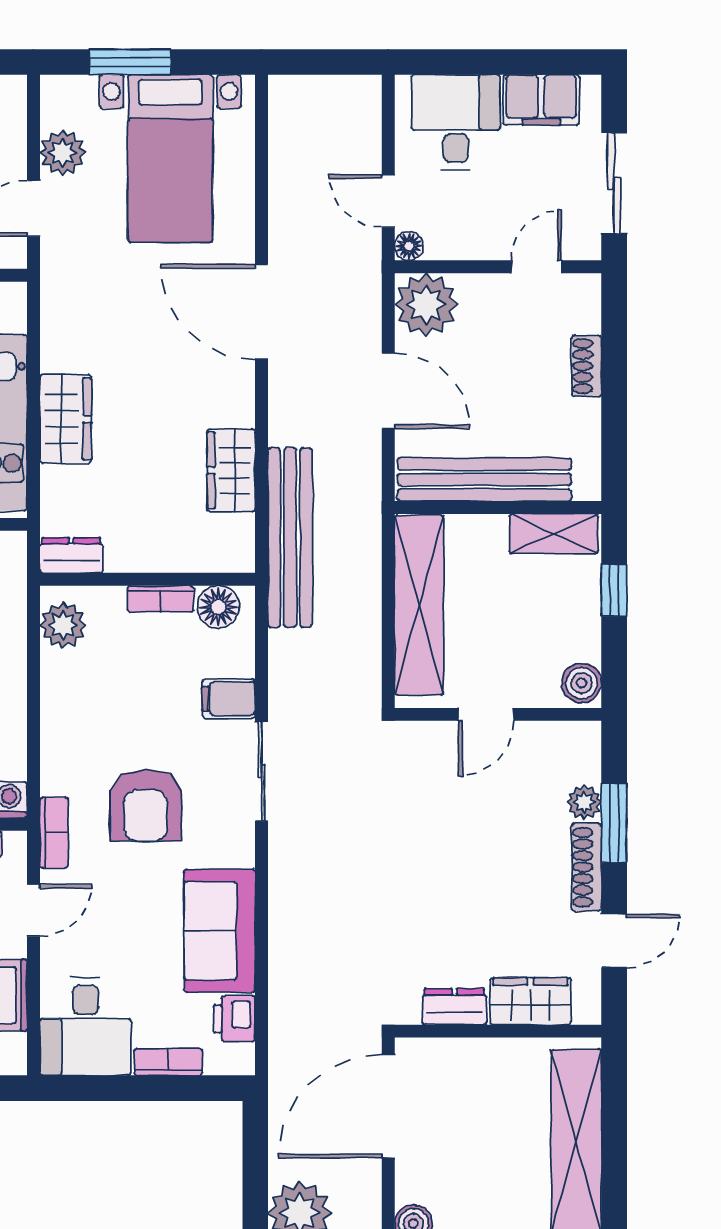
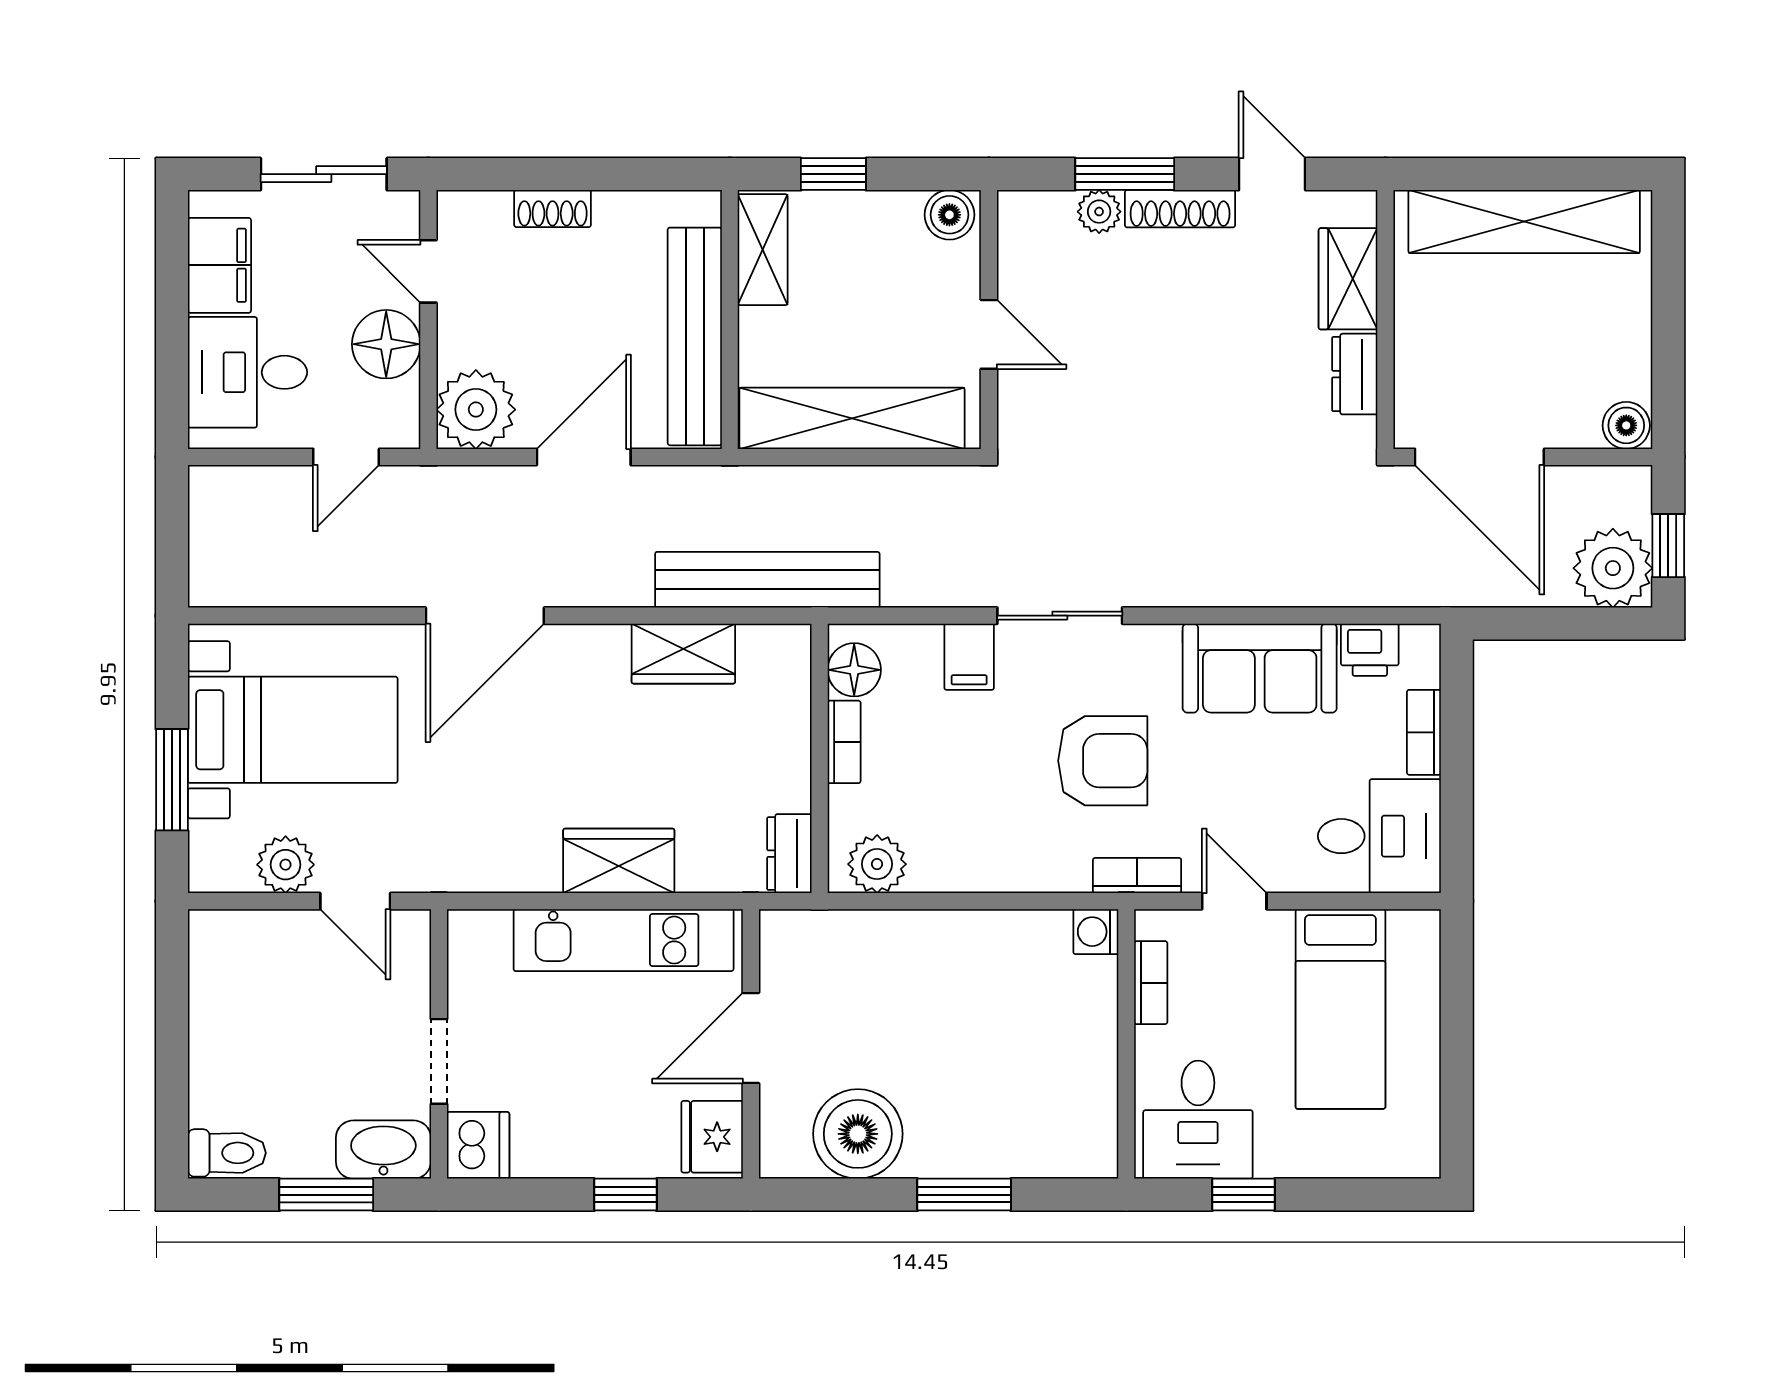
floor lamp: (409, 246) -> (386, 344), moved, width x1.89, depth x1.89

